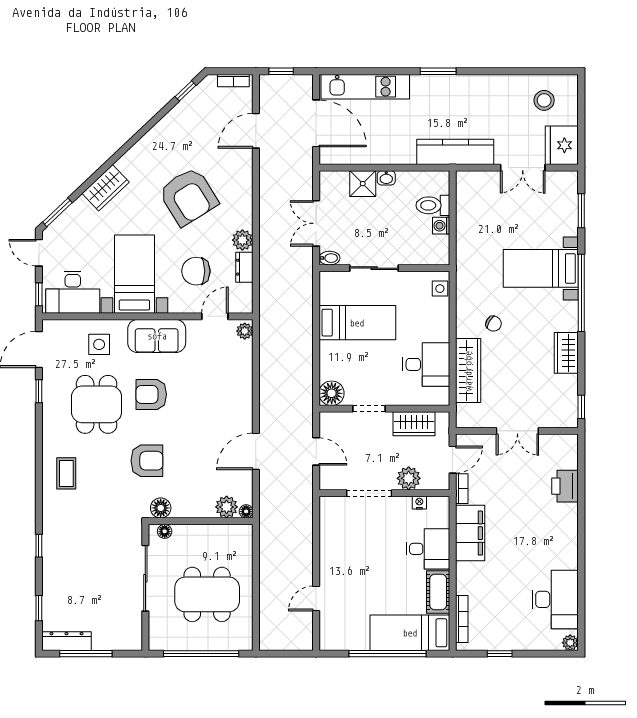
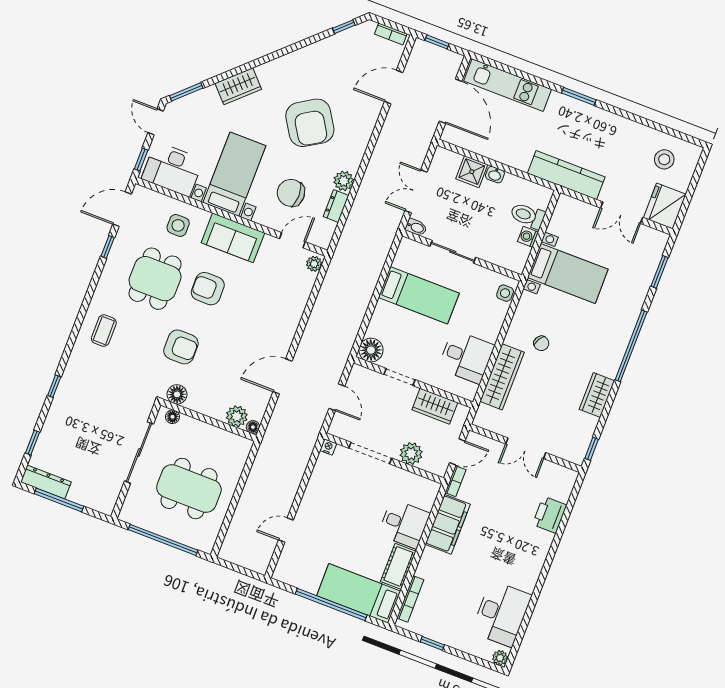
bed with nightstands: (541, 268) -> (568, 273), moved, turned 180
nightstand: (419, 503) -> (328, 447), moved

